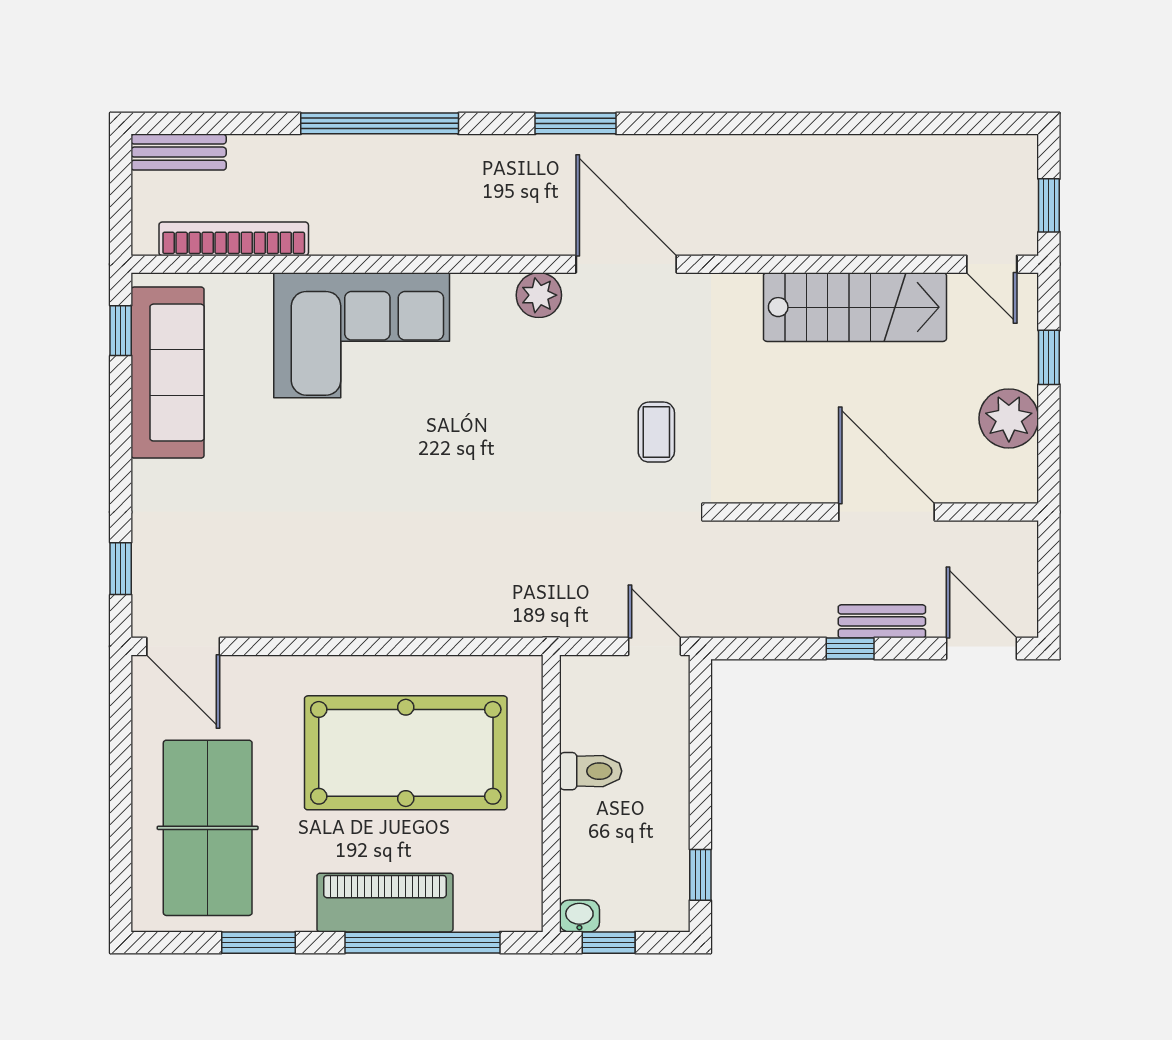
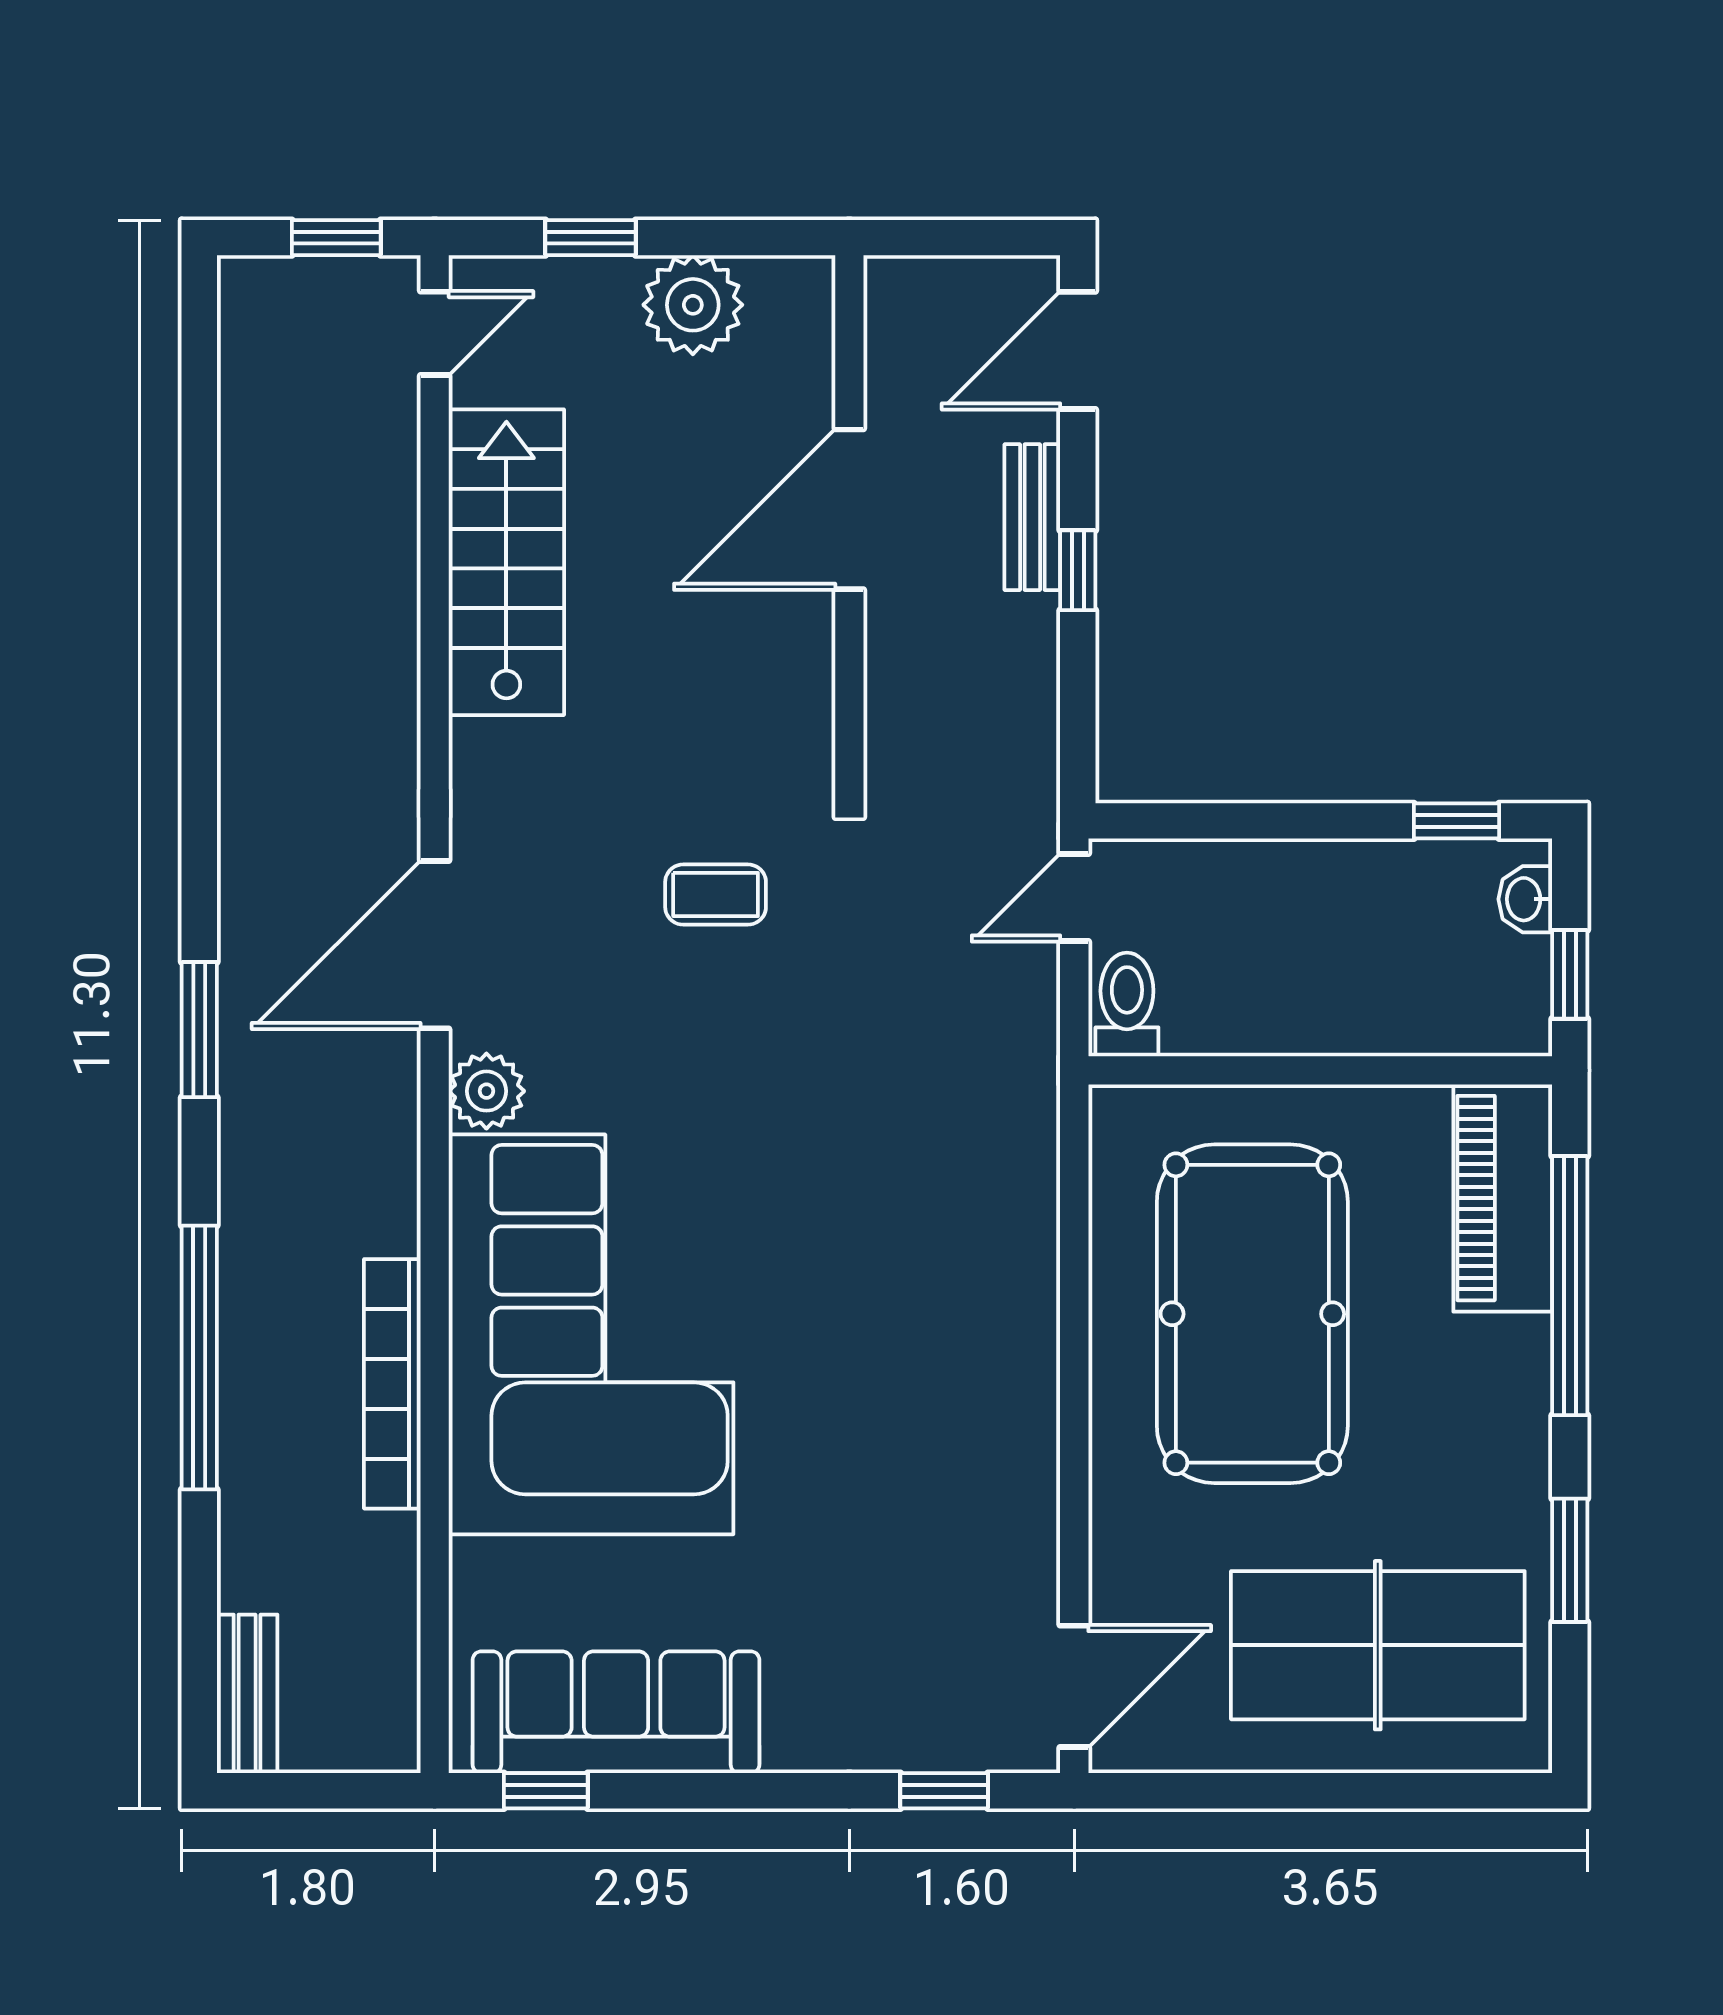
bookcase: (234, 239) -> (392, 1384), moved
corner sofa: (362, 335) -> (591, 1334), width x1.36, depth x1.36
toilet: (591, 771) -> (1127, 1004), moved
piano: (385, 903) -> (1503, 1198), moved
washbasin: (579, 916) -> (1525, 899), moved

